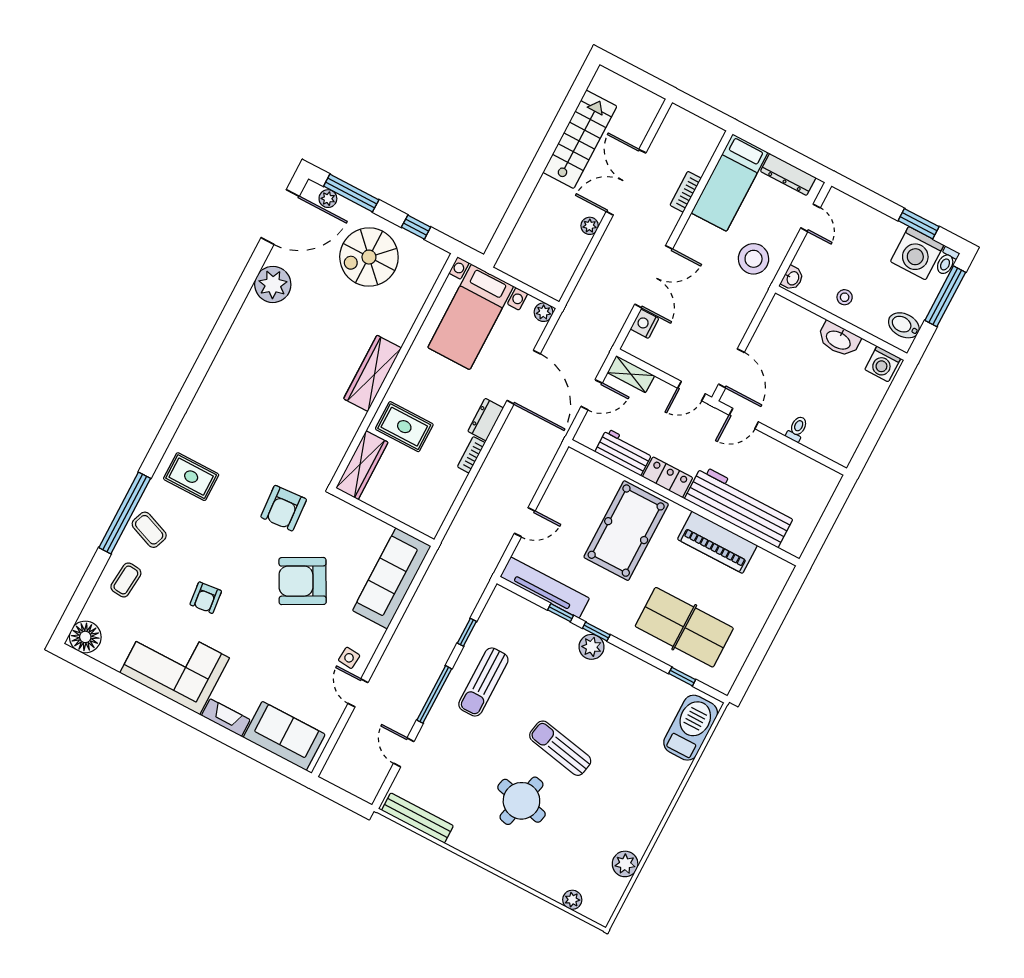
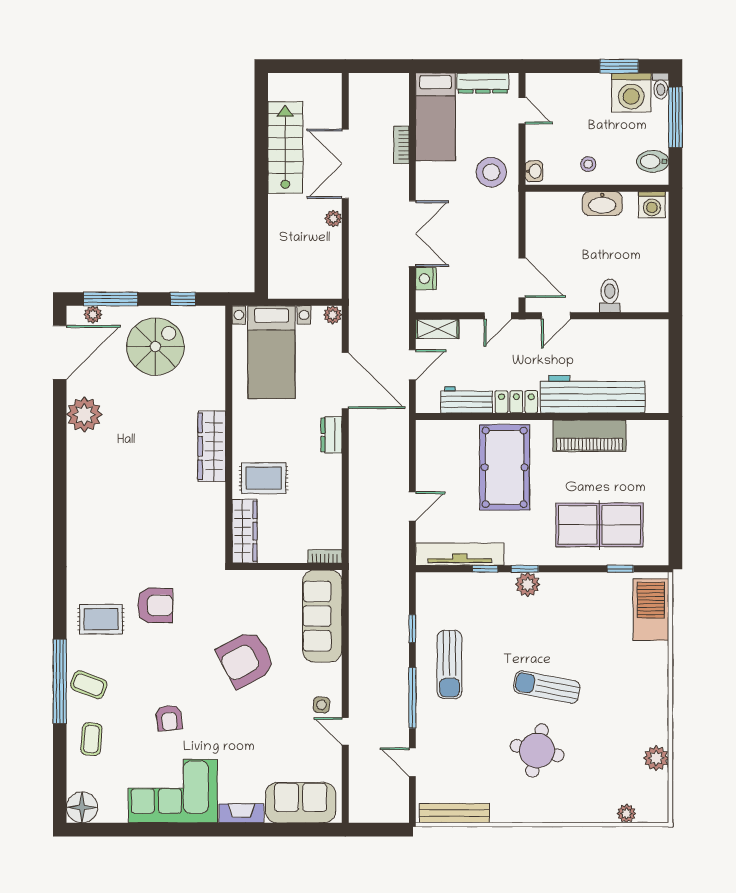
spiral stairs: (369, 257) -> (155, 347), turned 180
toilet: (797, 429) -> (610, 296), width x1.37, depth x1.39
bookcase: (471, 455) -> (325, 556), moved, turned 90
armchair: (284, 508) -> (155, 605), moved, turned -86

